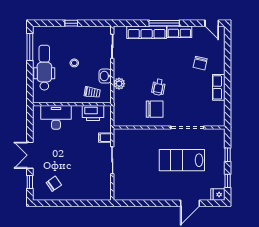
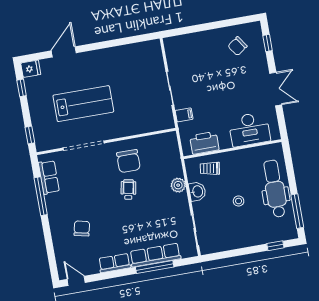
window: (71, 23) -> (275, 246), moved
window: (164, 23) -> (155, 267), moved
dental chair: (44, 68) -> (275, 189), turned 180
row of seats: (219, 87) -> (49, 177), moved
window: (228, 94) -> (41, 196), added
chair: (155, 109) -> (128, 161), turned -90
double door: (30, 155) -> (276, 89), moved
window: (228, 155) -> (30, 135), moved

